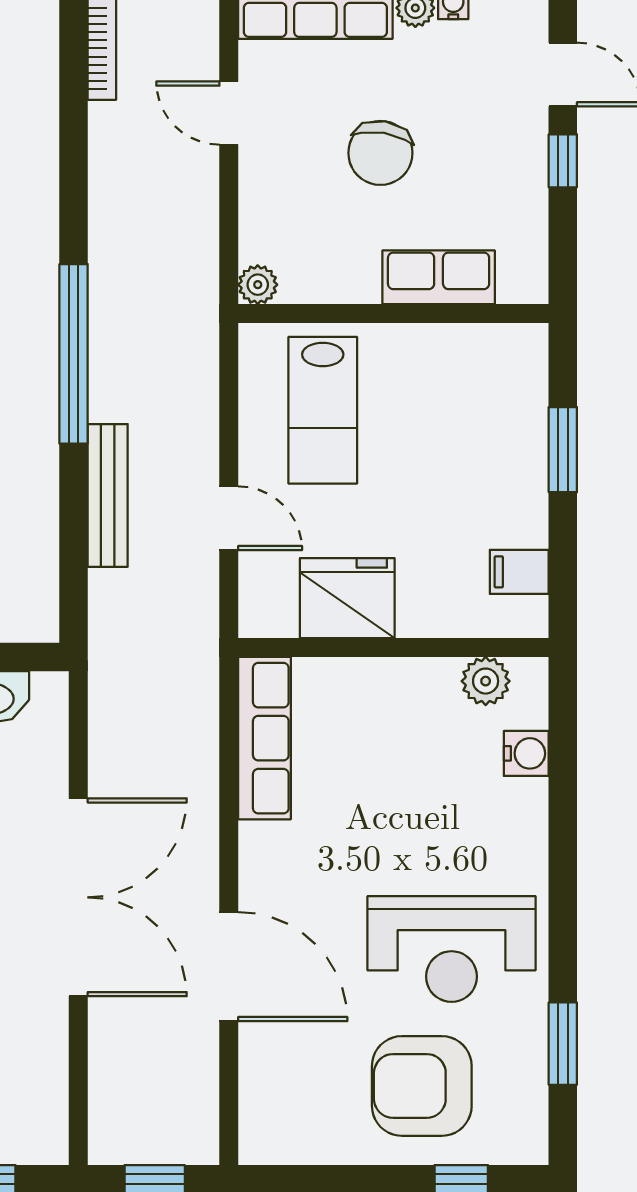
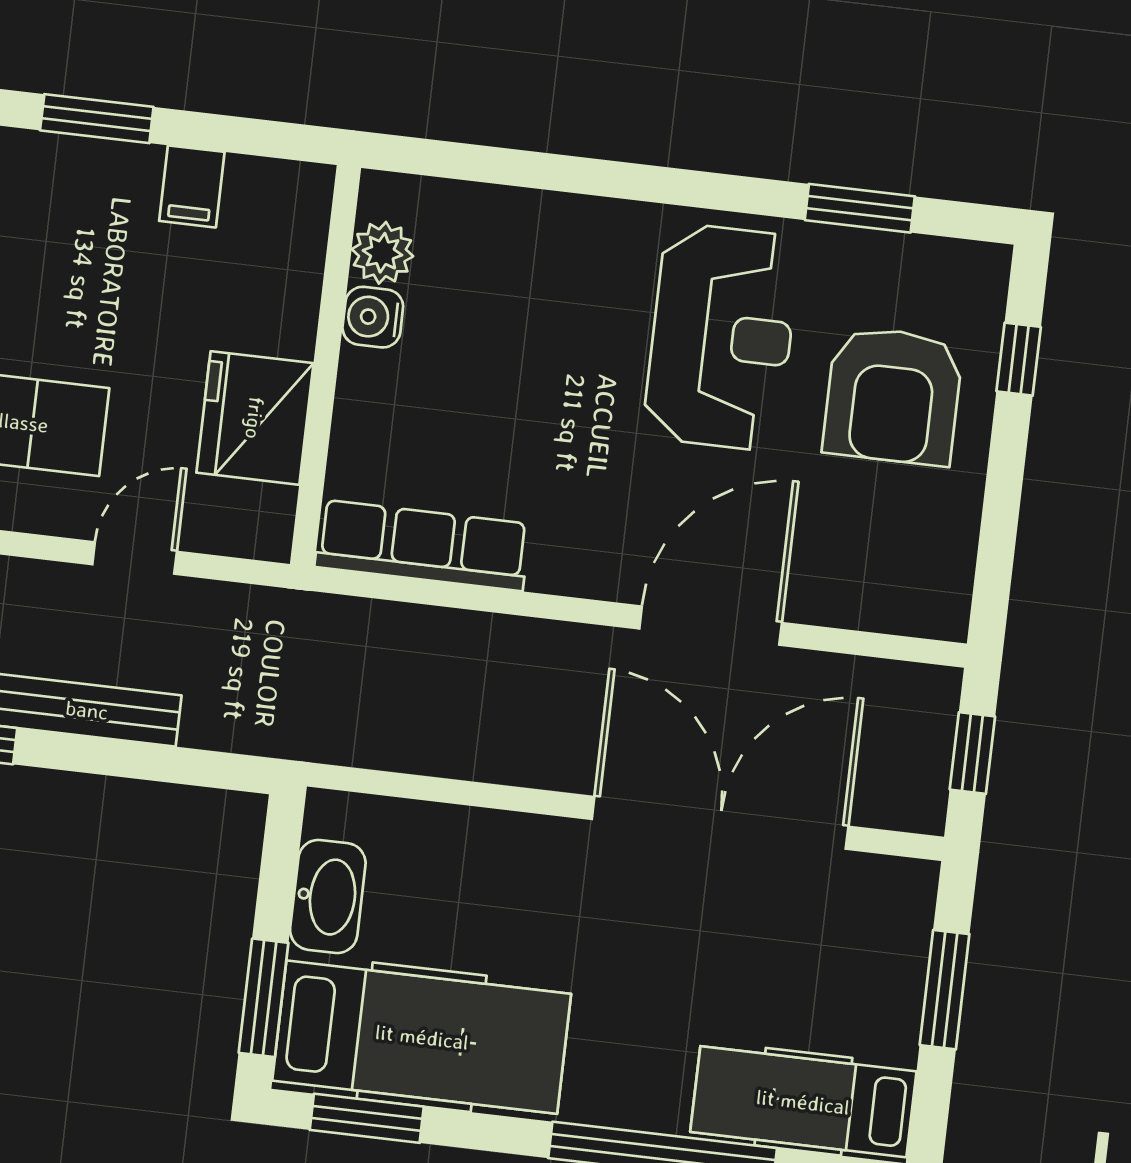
filing cabinet: (519, 572) -> (192, 186), moved
water cooler: (526, 753) -> (373, 317), moved, turned -90
double door: (78, 897) -> (720, 823), moved

